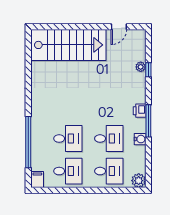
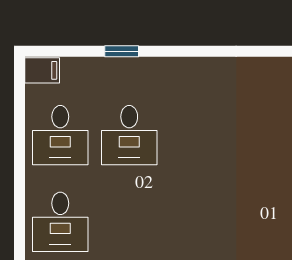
desk: (109, 139) -> (129, 222), removed
window: (28, 142) -> (122, 51), width x0.32

